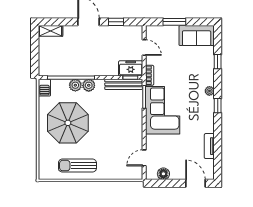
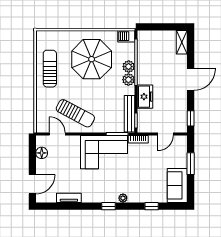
window: (116, 22) -> (191, 118), moved
freezer: (131, 68) -> (145, 97), moved
sun lounger: (123, 139) -> (75, 113), added

